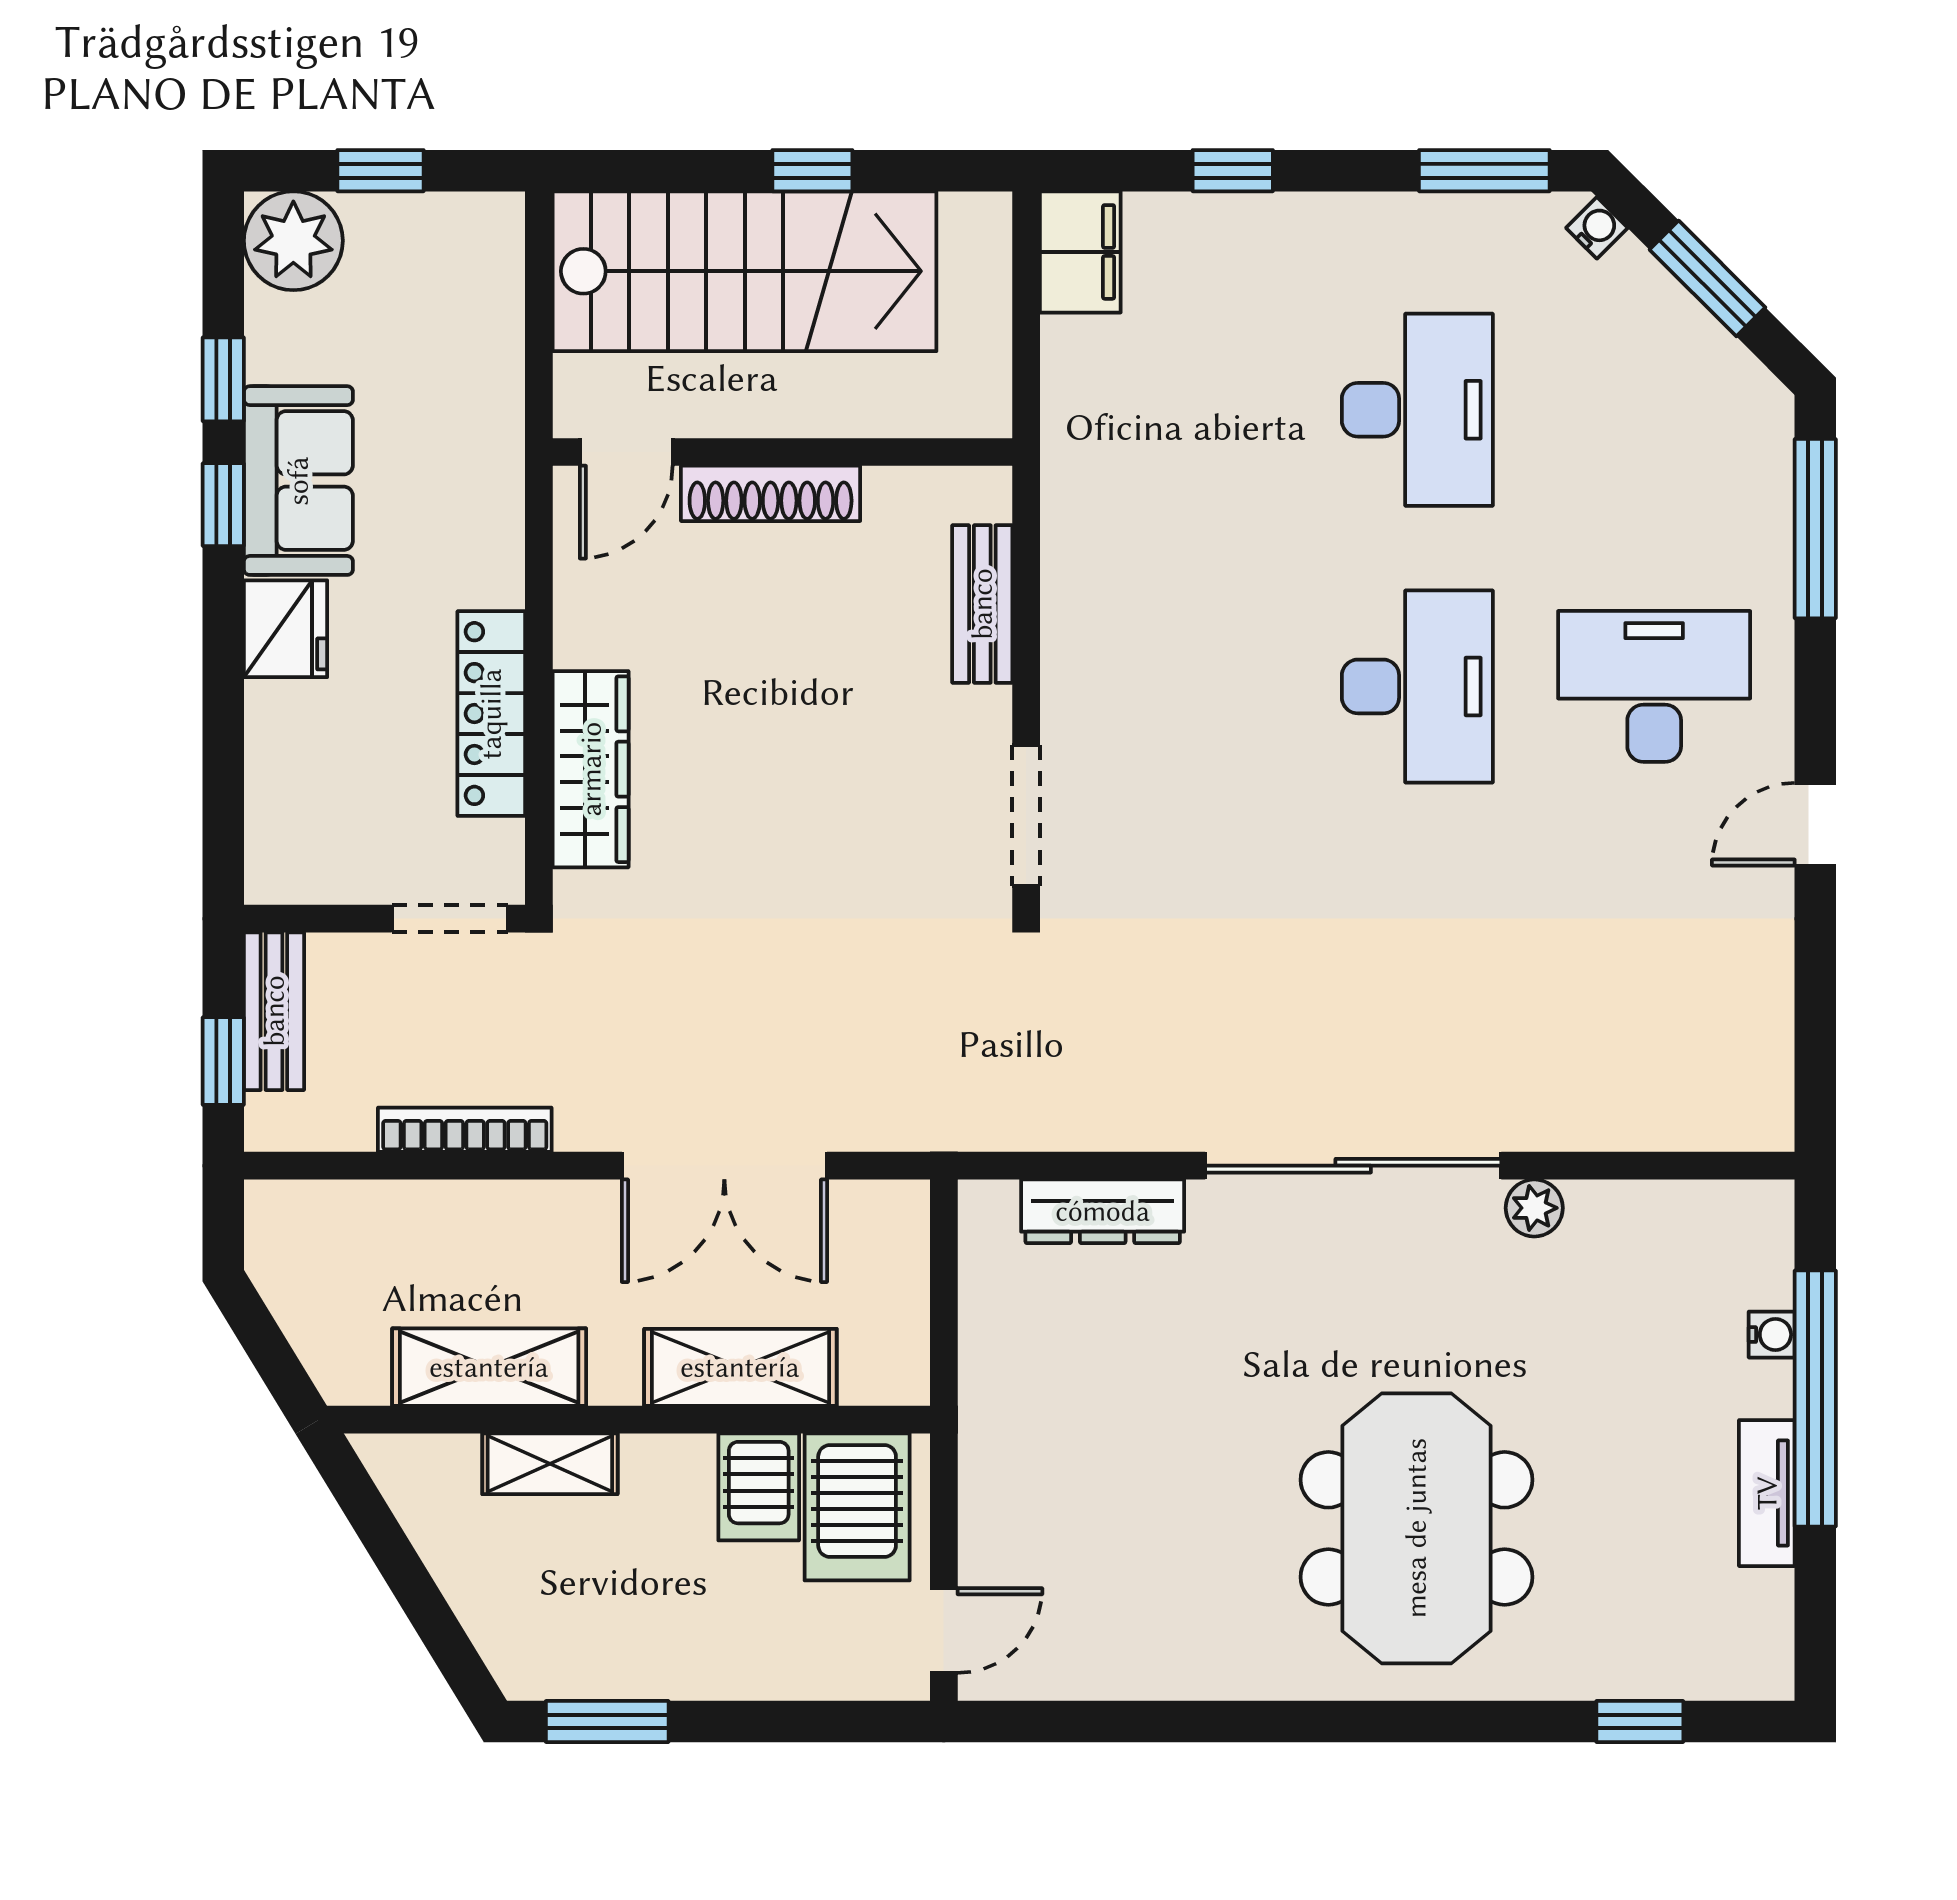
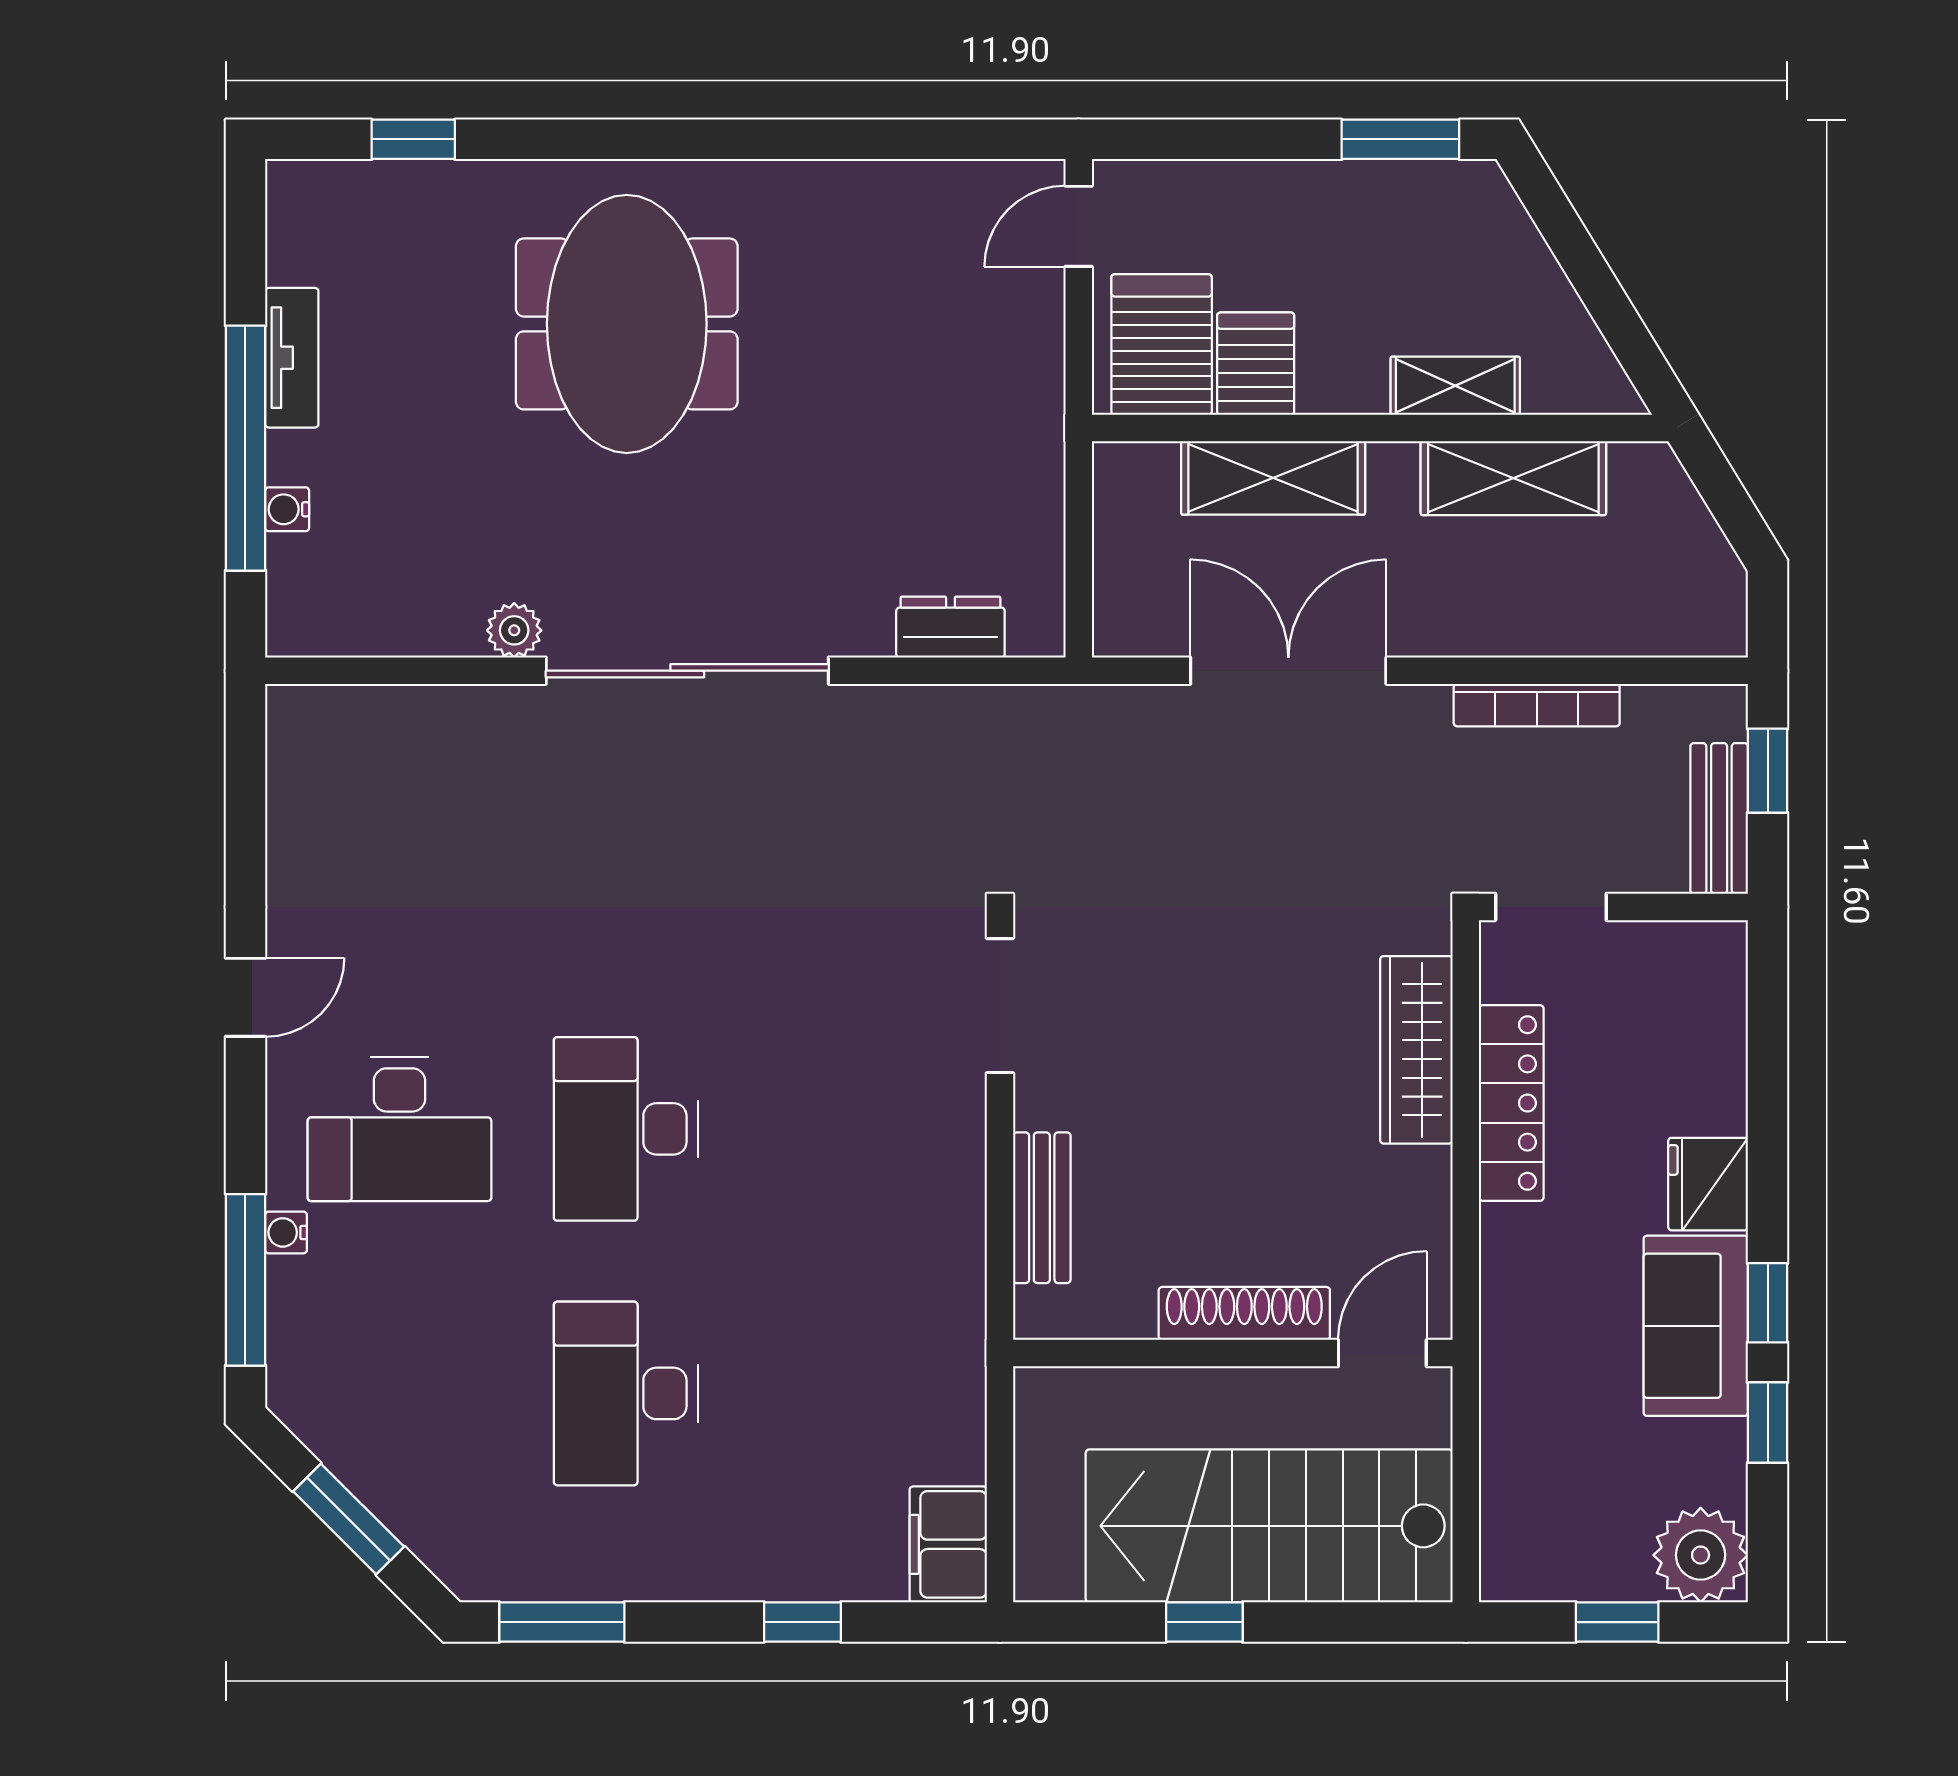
water cooler: (1597, 228) -> (286, 1232), moved, turned 45
dresser: (1103, 1211) -> (950, 627), width x0.70

